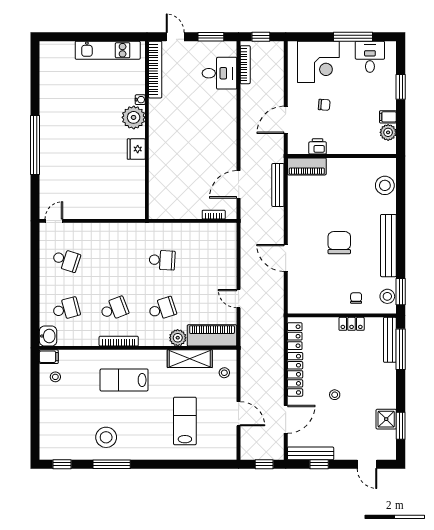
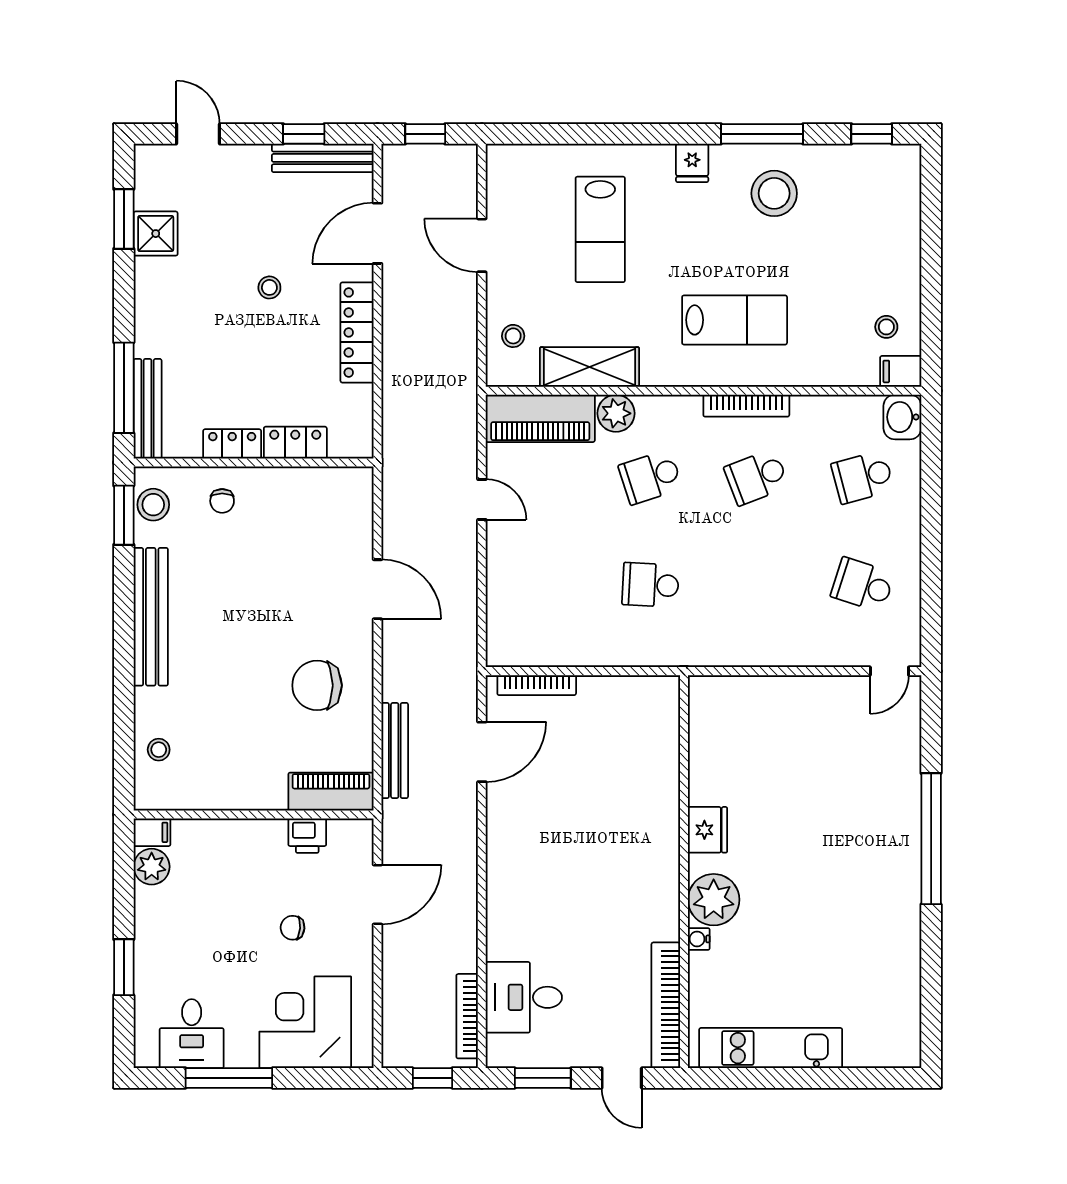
filing cabinet: (388, 117) -> (152, 832), moved
stool: (385, 185) -> (159, 750), width x0.53, depth x0.53
bookcase: (214, 215) -> (537, 685), width x1.56
chair: (339, 243) -> (317, 685), moved, turned 90
locker: (295, 336) -> (295, 443), moved, turned 90
fridge: (143, 451) -> (692, 163), added

